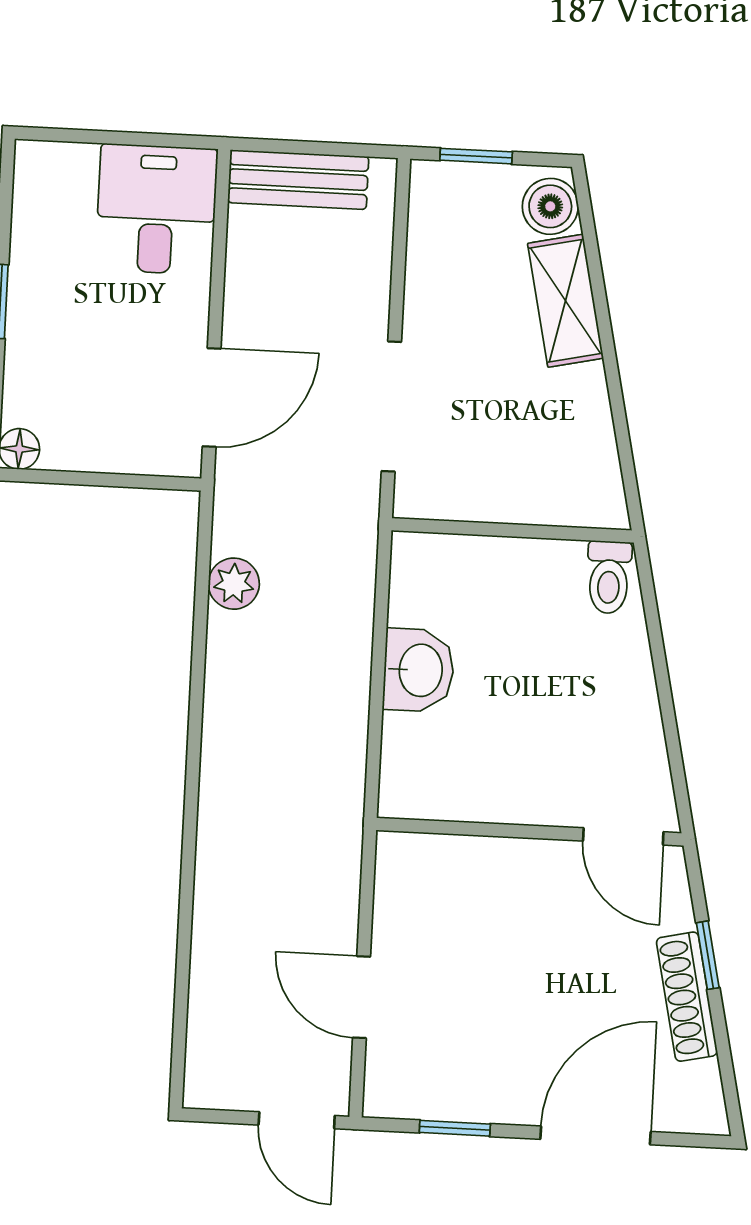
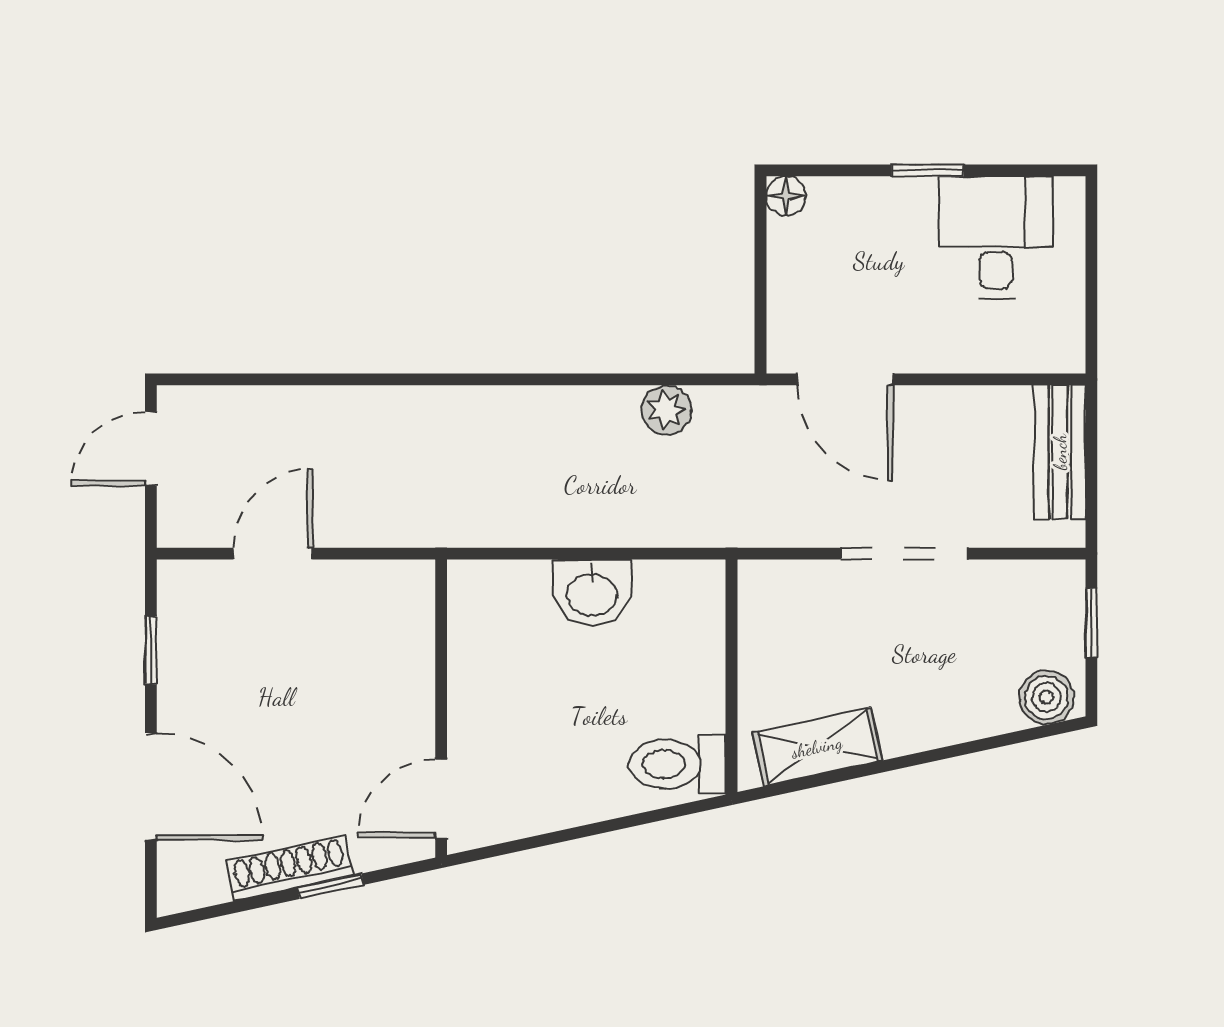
desk: (156, 209) -> (996, 237), moved, turned -90
shelving: (565, 301) -> (817, 747), moved
doorway: (391, 407) -> (904, 554), moved
toilet: (609, 577) -> (677, 764), width x1.37, depth x1.39
door: (297, 1120) -> (151, 449), moved

